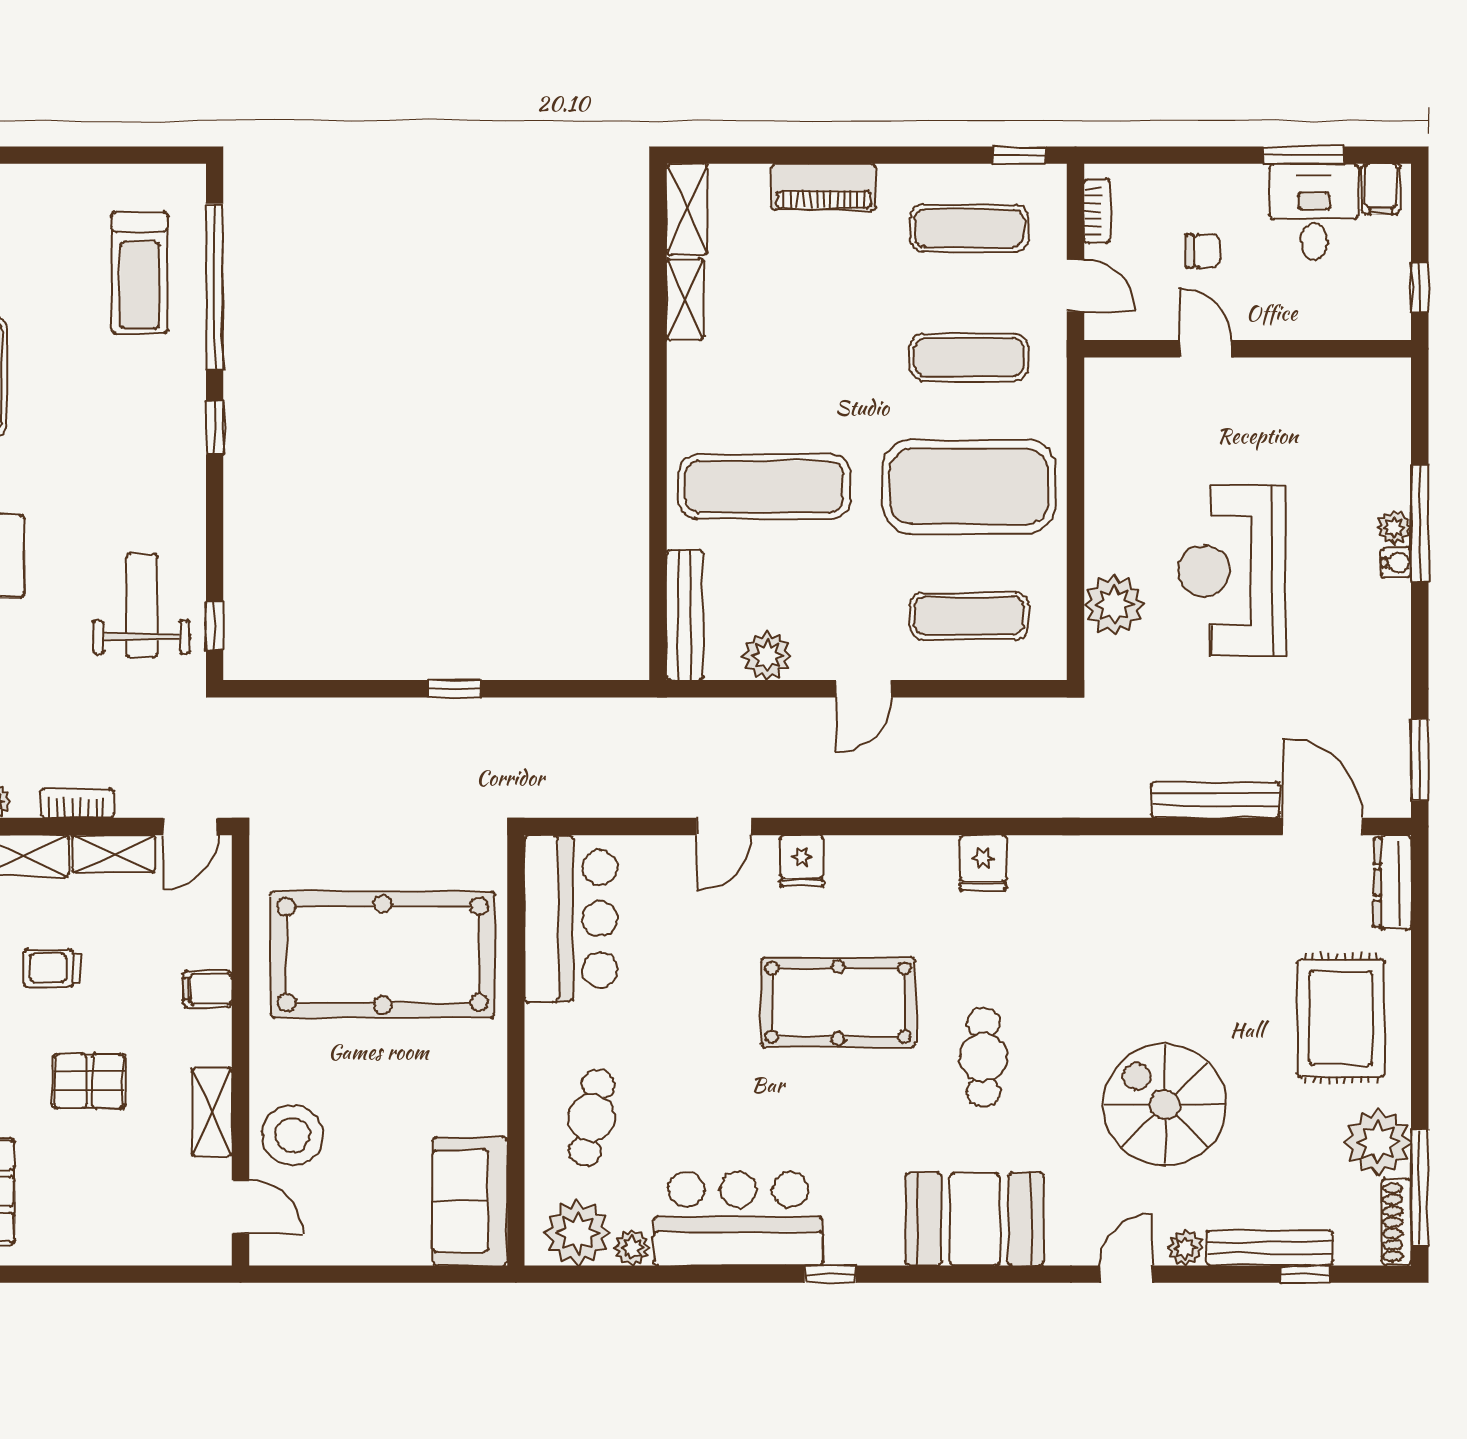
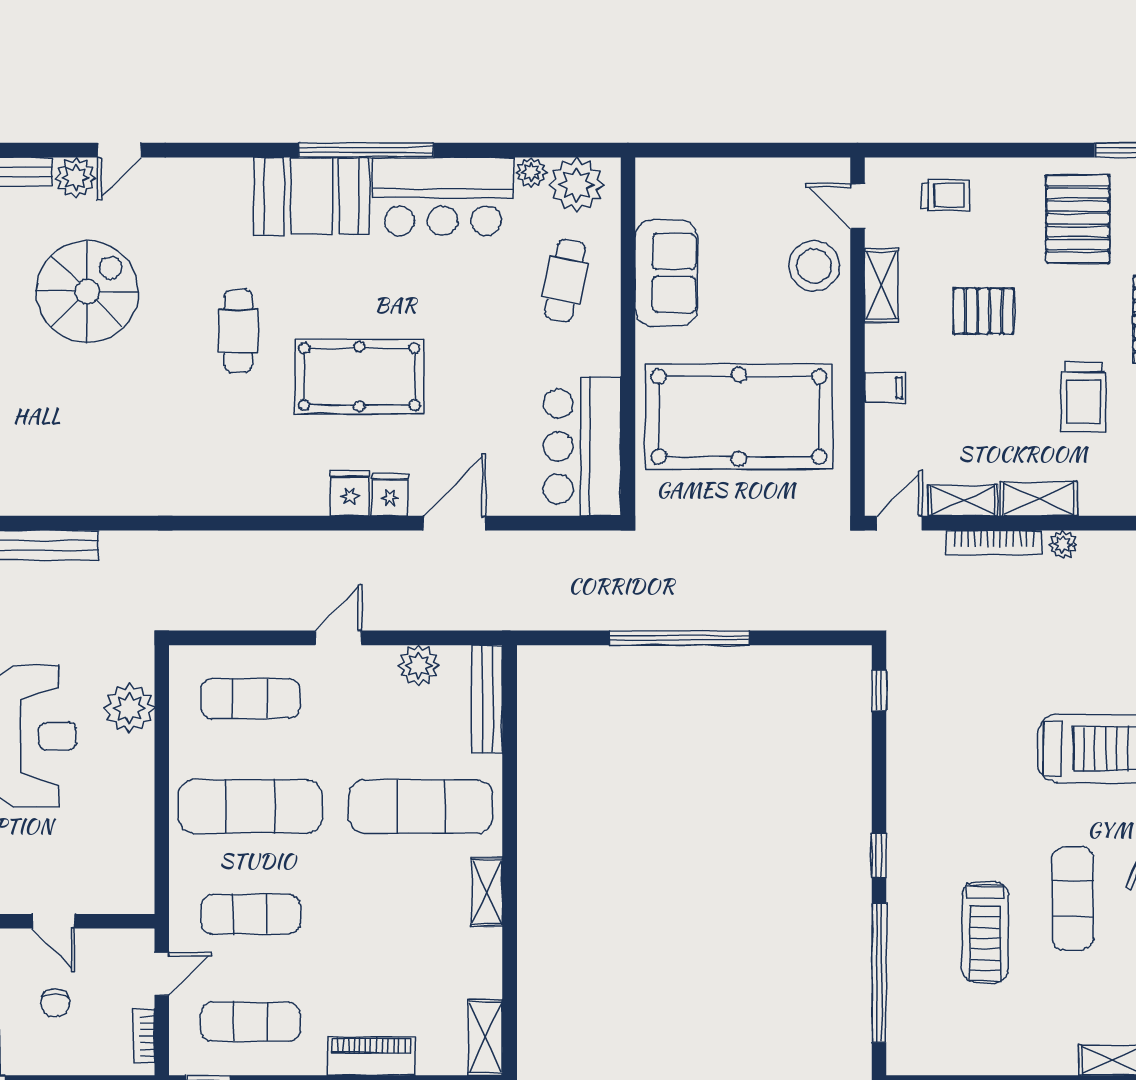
chair: (1203, 251) -> (55, 1003), turned -90
treadmill: (140, 273) -> (985, 932), moved, turned 180
door: (1075, 285) -> (162, 974), swing flipped
shelving: (685, 299) -> (487, 892), moved
exercise mat: (969, 487) -> (250, 806), width x0.68
weight bench: (142, 606) -> (940, 707), removed
window: (454, 689) -> (679, 638), width x3.17
bookcase: (77, 803) -> (994, 542), width x1.56
door: (724, 827) -> (454, 523), width x1.38
fridge: (983, 863) -> (350, 493), moved
trolley: (52, 968) -> (946, 195), moved
spiral stairs: (1165, 1105) -> (87, 291), turned -90
sofa: (470, 1201) -> (666, 273), moved
booth: (975, 1219) -> (312, 196), moved
plant: (1185, 1248) -> (76, 178), width x1.38, depth x1.38
window: (830, 1274) -> (366, 150), width x3.17

